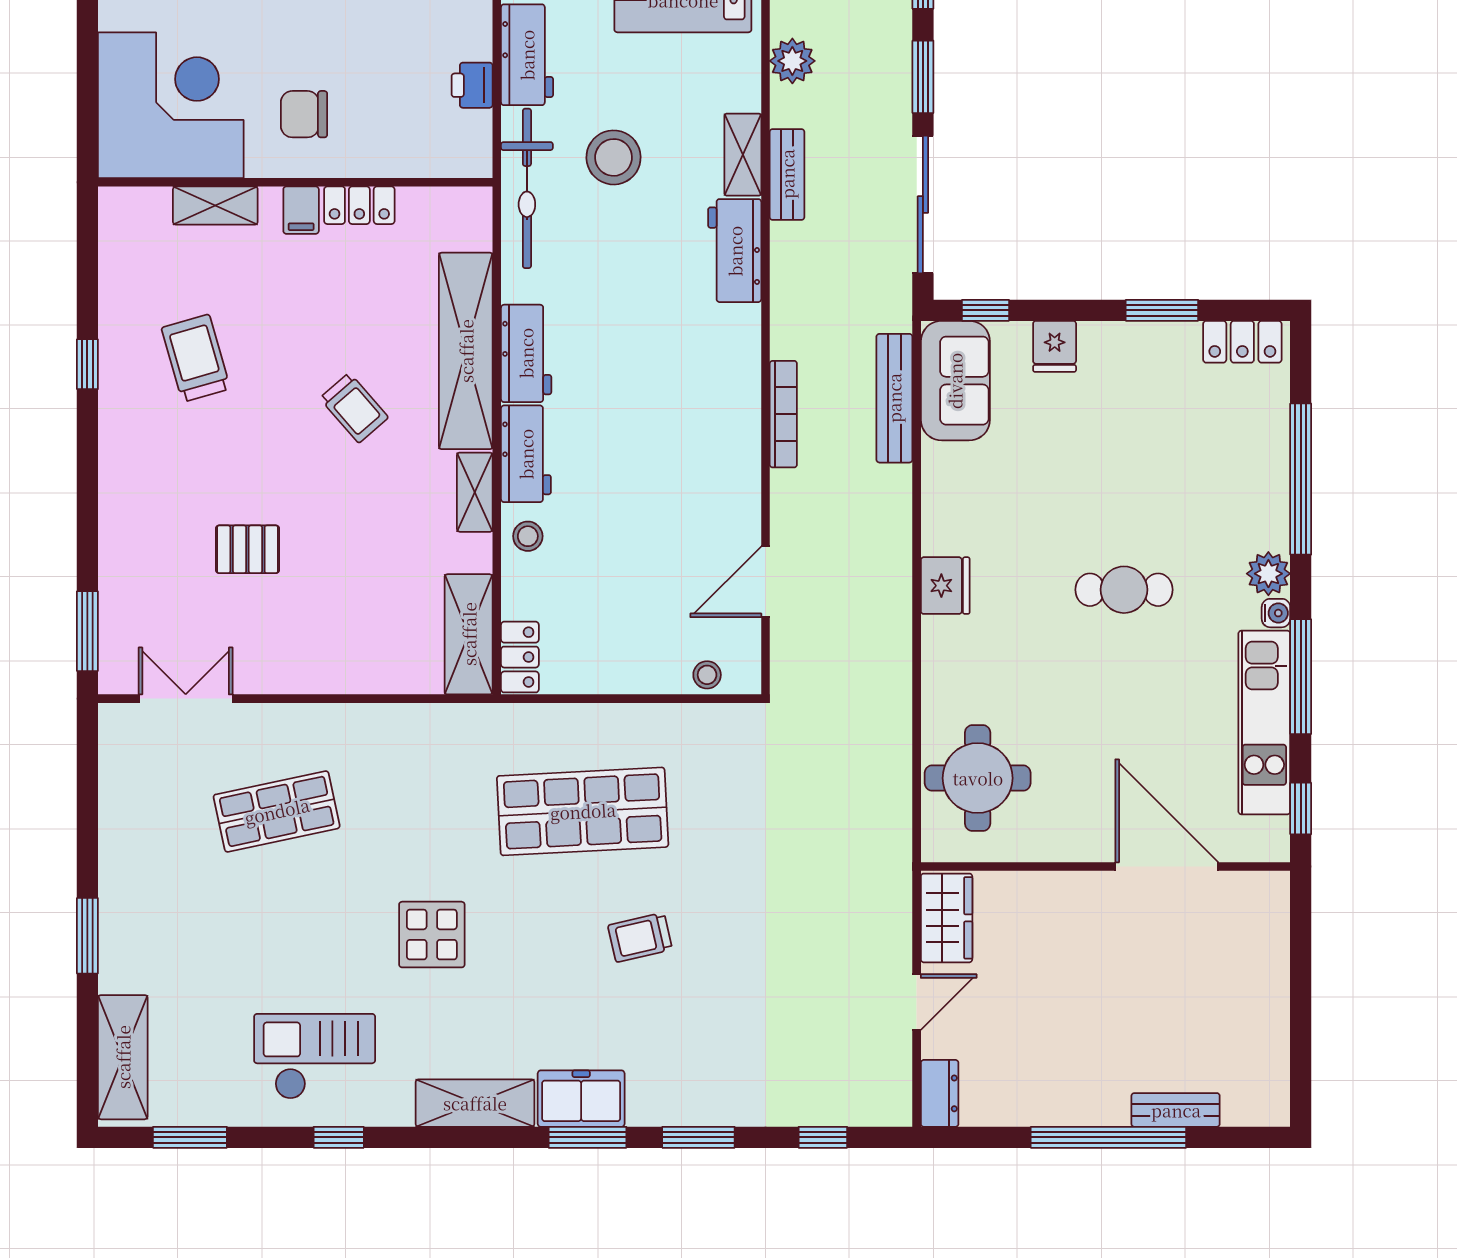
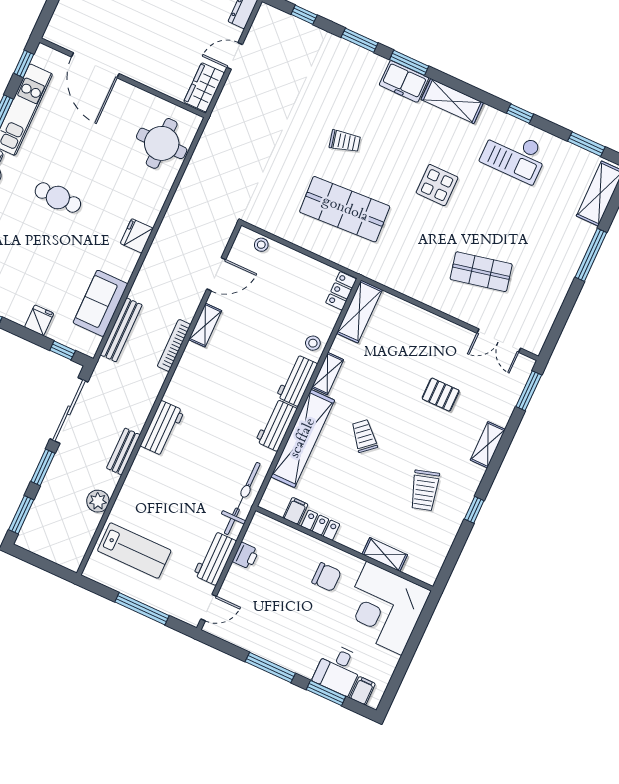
shelving: (743, 155) -> (205, 325), moved
stool: (614, 157) -> (197, 495), removed
filing cabinet: (301, 210) -> (295, 511), moved
sofa: (955, 381) -> (100, 303), moved
shelving: (117, 496) -> (488, 445), added
window: (87, 936) -> (591, 255), width x1.44

